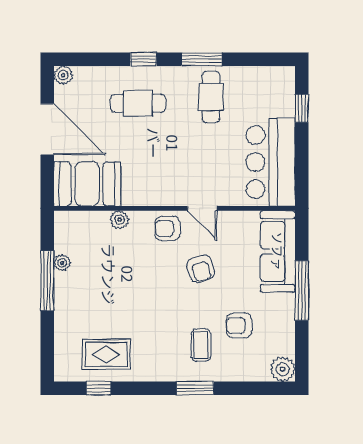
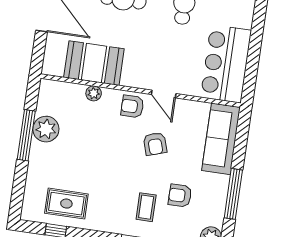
window: (302, 108) -> (258, 23), removed
booth: (87, 184) -> (94, 63), moved
plant: (62, 263) -> (46, 129), width x1.87, depth x1.87
window: (302, 291) -> (233, 194), moved

